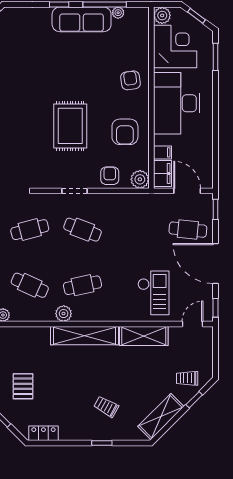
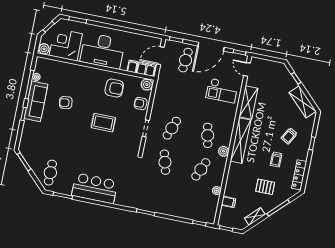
armchair: (130, 80) -> (66, 103), moved
rug: (70, 126) -> (103, 123), width x0.73, depth x0.70
checkout: (153, 293) -> (222, 91), turned 180
trolley: (187, 378) -> (276, 159), moved
locker: (43, 433) -> (299, 175), width x1.53

